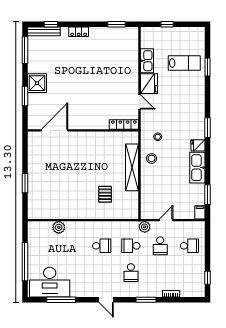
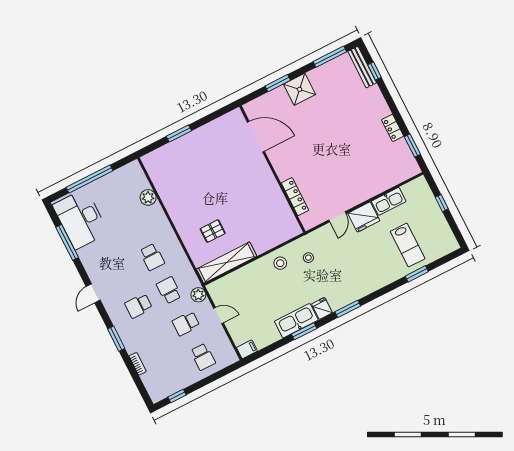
locker: (79, 32) -> (393, 128), moved
locker: (124, 125) -> (295, 197), moved
shelving: (132, 167) -> (227, 263), moved
window: (208, 195) -> (304, 331), moved

